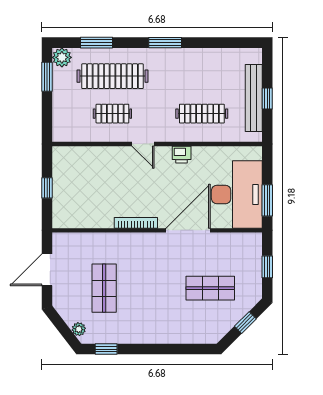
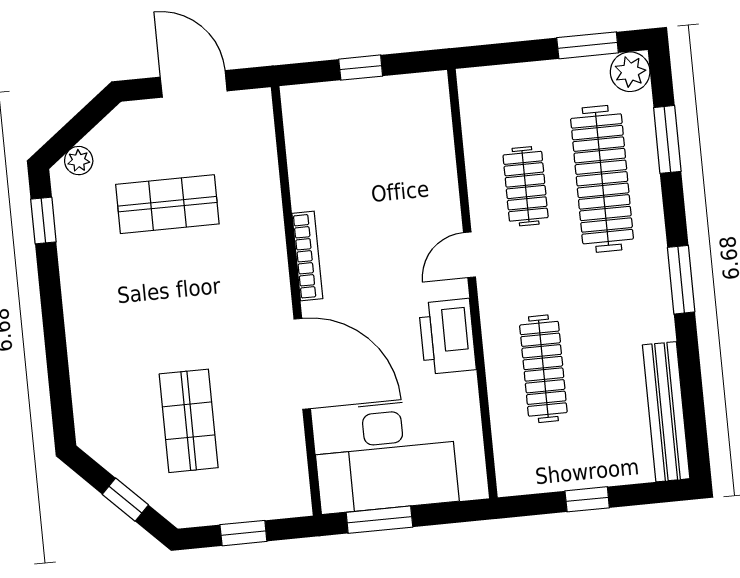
bench: (254, 98) -> (666, 412), moved, turned 90
printer: (182, 155) -> (447, 336), width x1.87, depth x1.48

